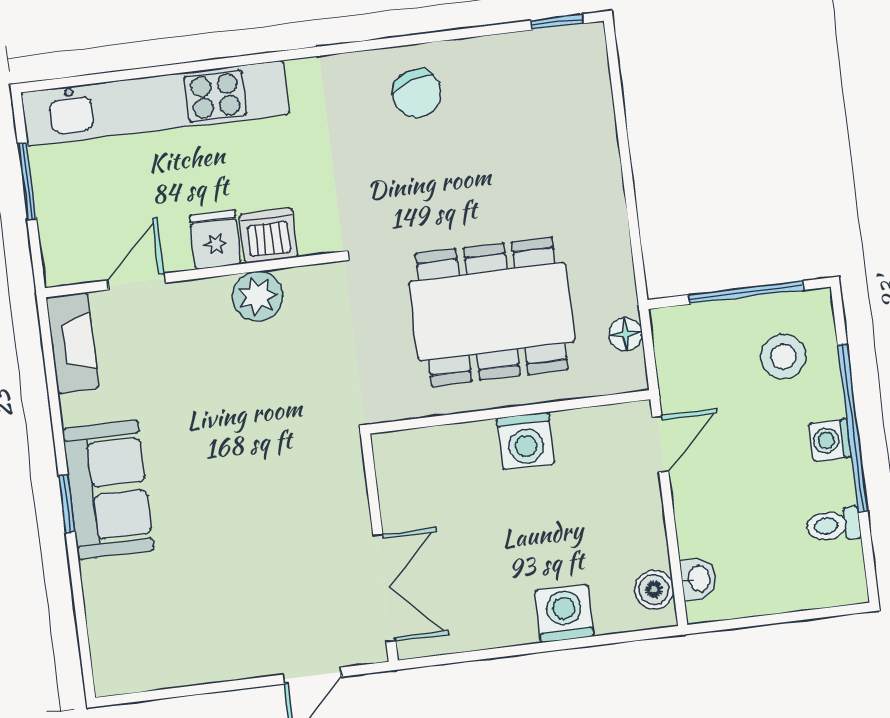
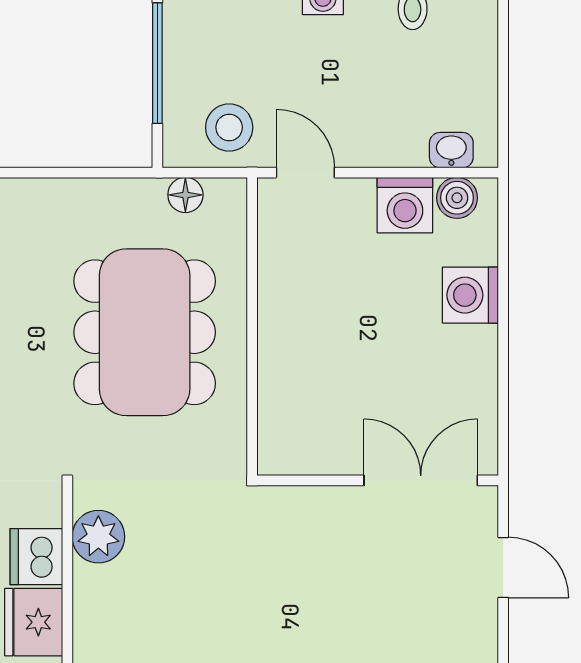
fridge: (215, 240) -> (34, 622), width x1.38
plant: (258, 296) -> (98, 537), moved
stool: (783, 357) -> (229, 127), moved
washing machine: (526, 441) -> (405, 205), moved, turned 90

